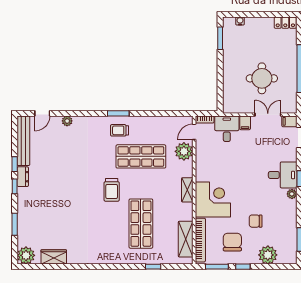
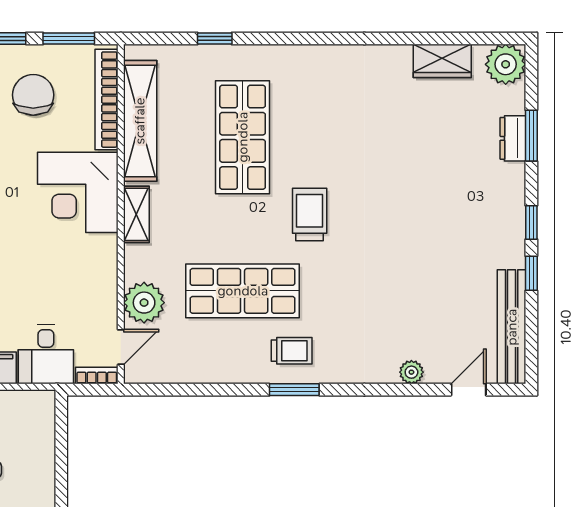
dresser: (23, 177) -> (513, 138), moved
shelving: (186, 239) -> (140, 121), width x1.47
chair: (232, 242) -> (33, 95), turned 180

